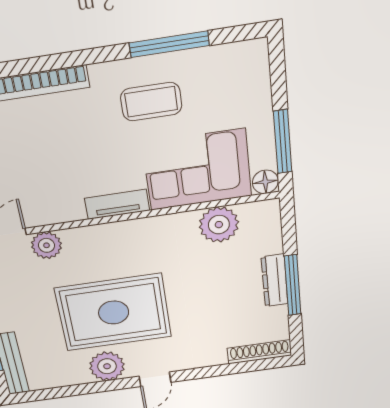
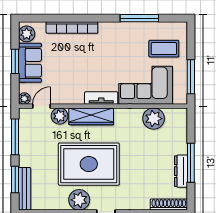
coffee table: (151, 102) -> (164, 49), moved
floor lamp: (265, 182) -> (180, 98), removed
wardrobe: (104, 237) -> (91, 116), added
dresser: (275, 280) -> (181, 171), moved

